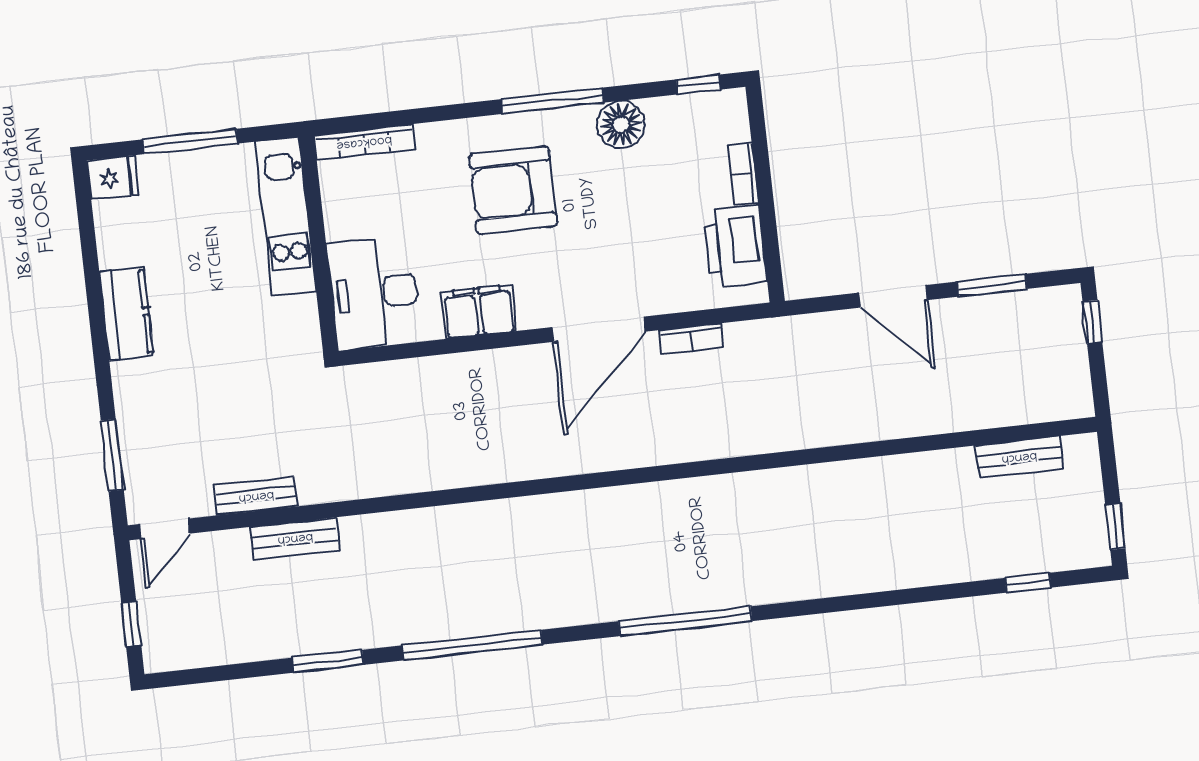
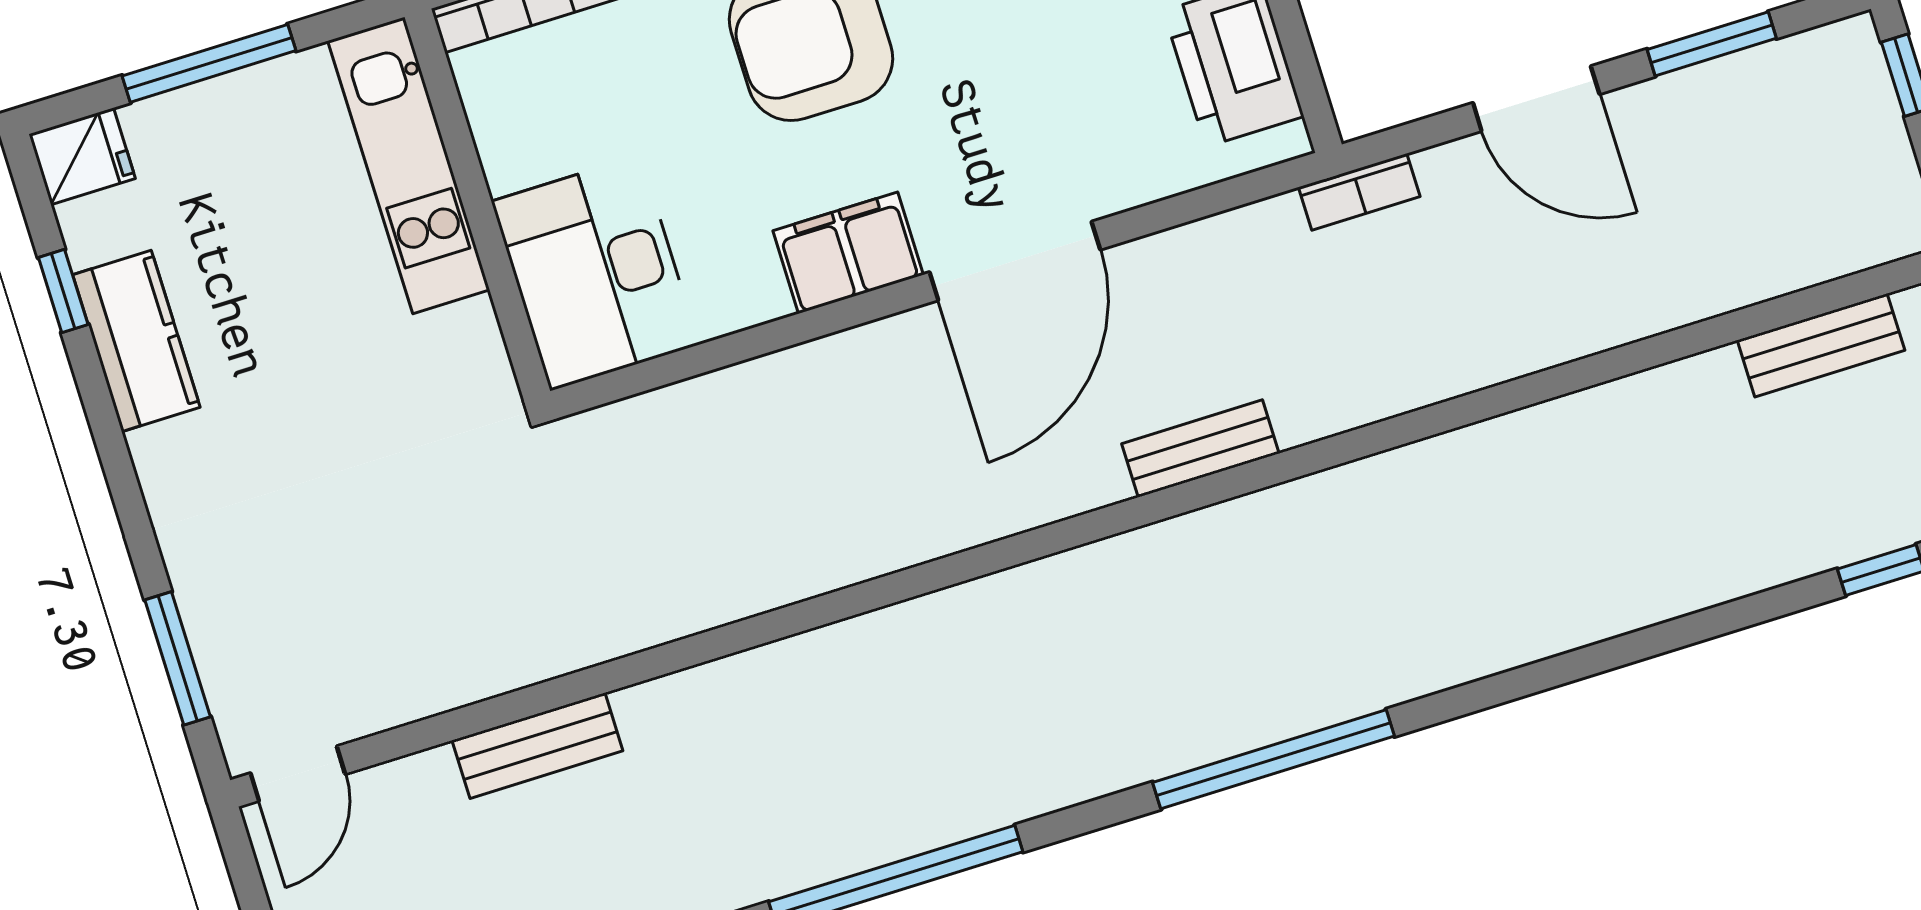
window: (89, 248) -> (63, 291), added
filing cabinet: (479, 311) -> (848, 253), moved
kitchen counter: (126, 314) -> (136, 341), moved
bookcase: (691, 339) -> (1359, 192), moved
bench: (256, 496) -> (1200, 449), moved

